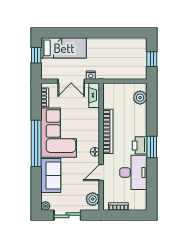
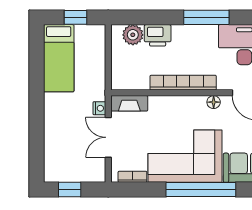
bed: (64, 48) -> (59, 58), moved, turned 180
double door: (71, 81) -> (108, 137), swing flipped
printer: (140, 145) -> (158, 35), moved
window: (152, 147) -> (206, 17), width x1.44

